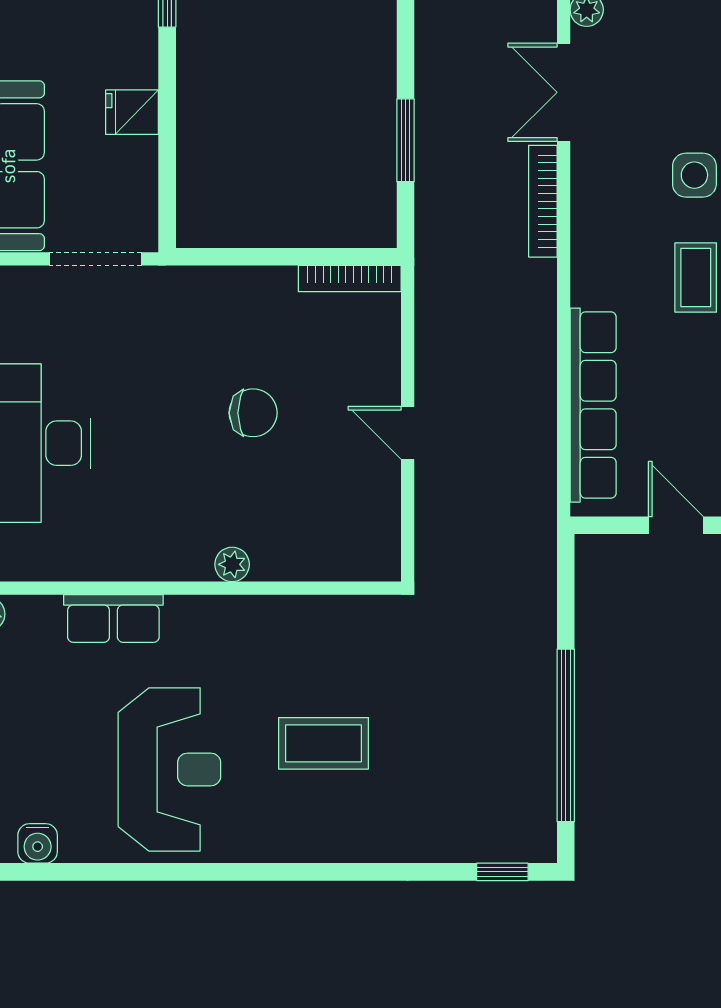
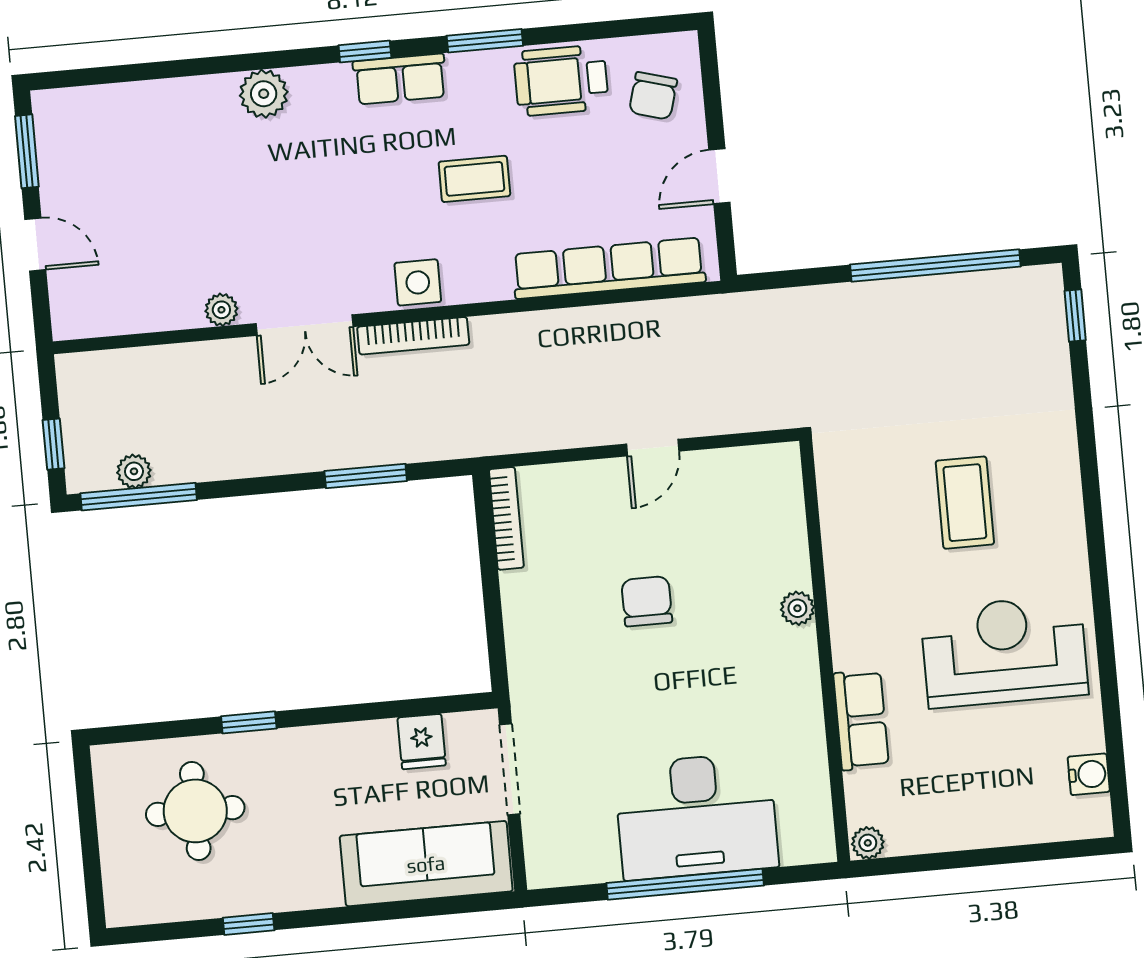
fridge: (132, 112) -> (422, 742), moved
side table: (694, 175) -> (418, 282), moved

